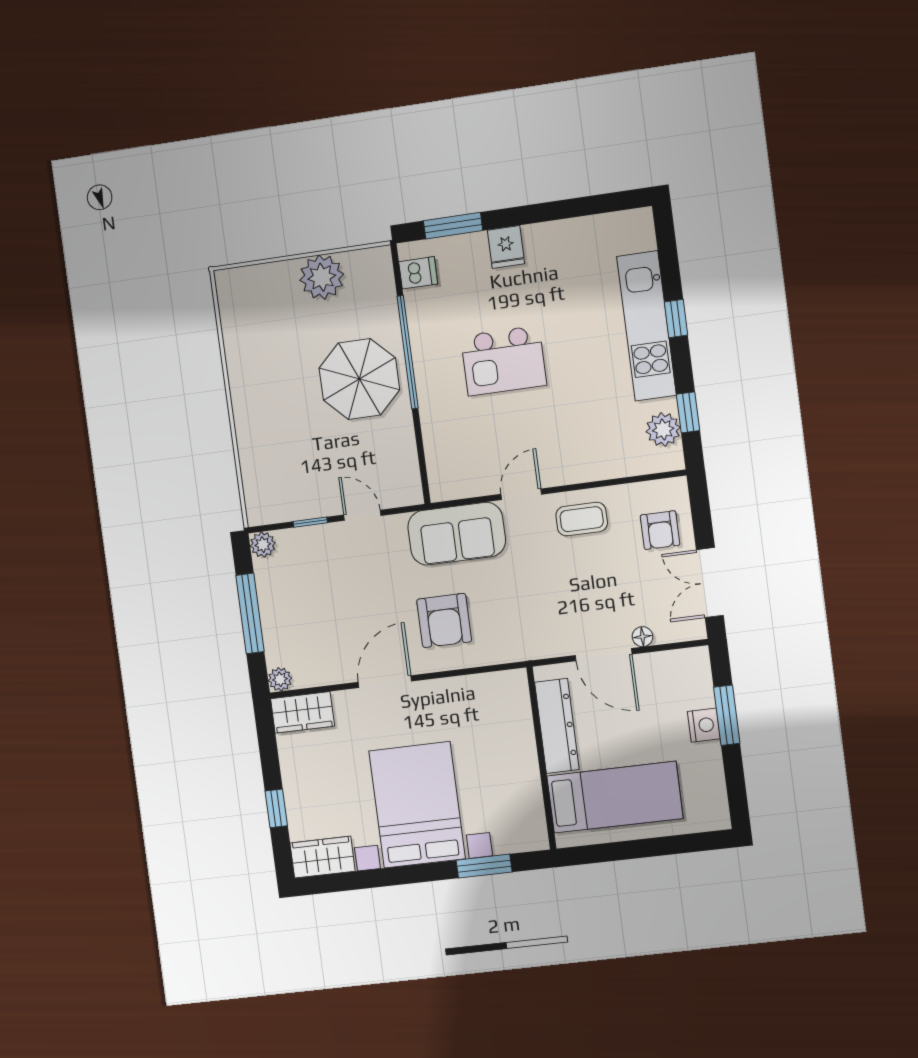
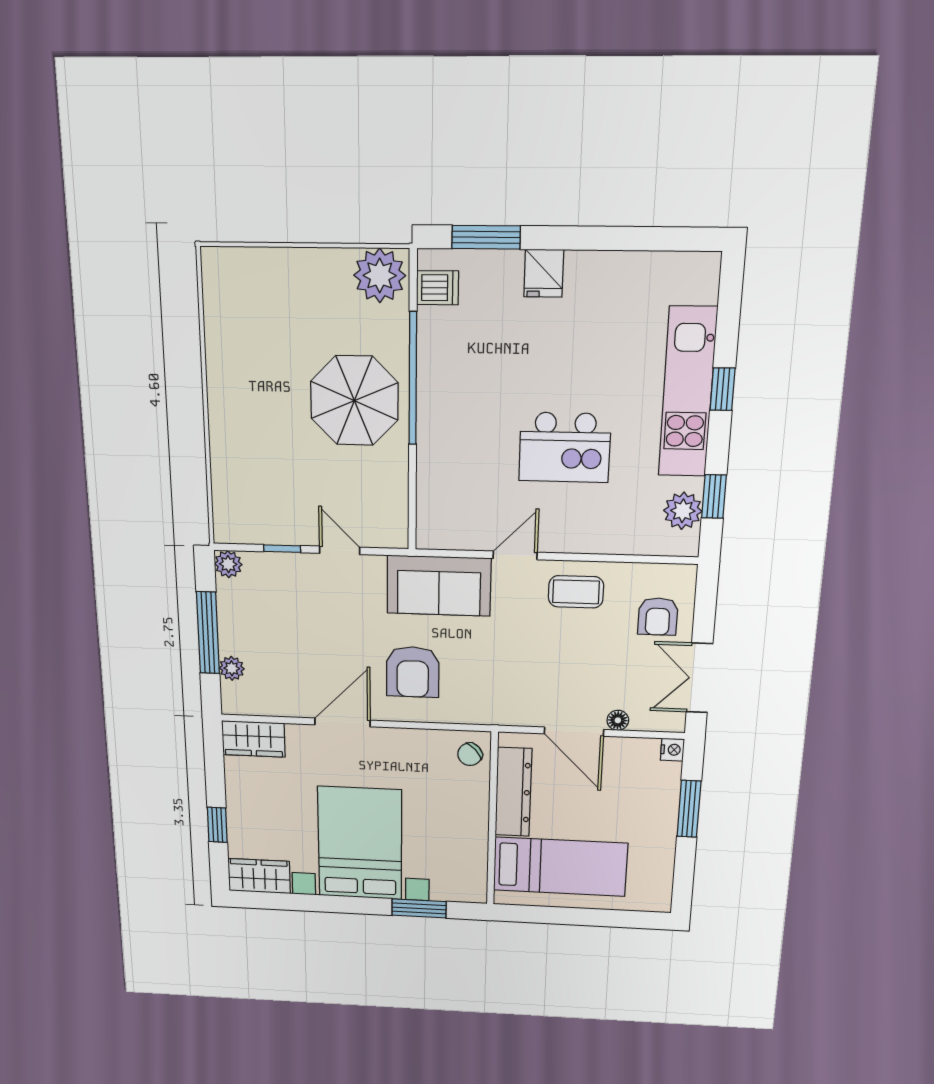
plant: (322, 277) -> (380, 275), moved
kitchen island: (504, 361) -> (565, 447), moved
plant: (280, 679) -> (232, 668), moved
chair: (510, 694) -> (470, 754), added
nightstand: (704, 725) -> (672, 750), moved, width x0.72, depth x0.74

